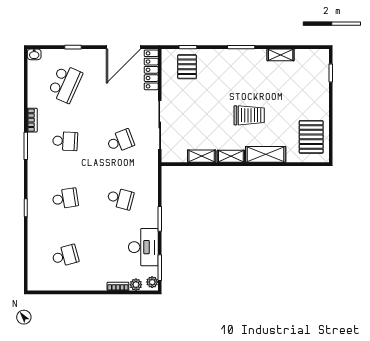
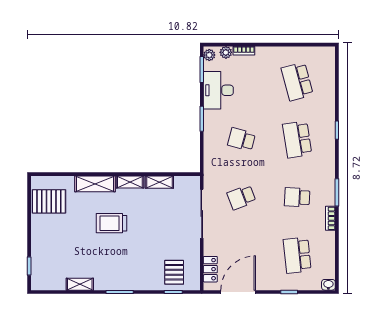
locker: (151, 70) -> (210, 269), width x0.66
school desk: (65, 84) -> (297, 255), turned -30
pallet: (311, 137) -> (49, 201), turned 90
school desk: (65, 198) -> (297, 139), width x1.85
school desk: (65, 256) -> (297, 81), width x1.85

